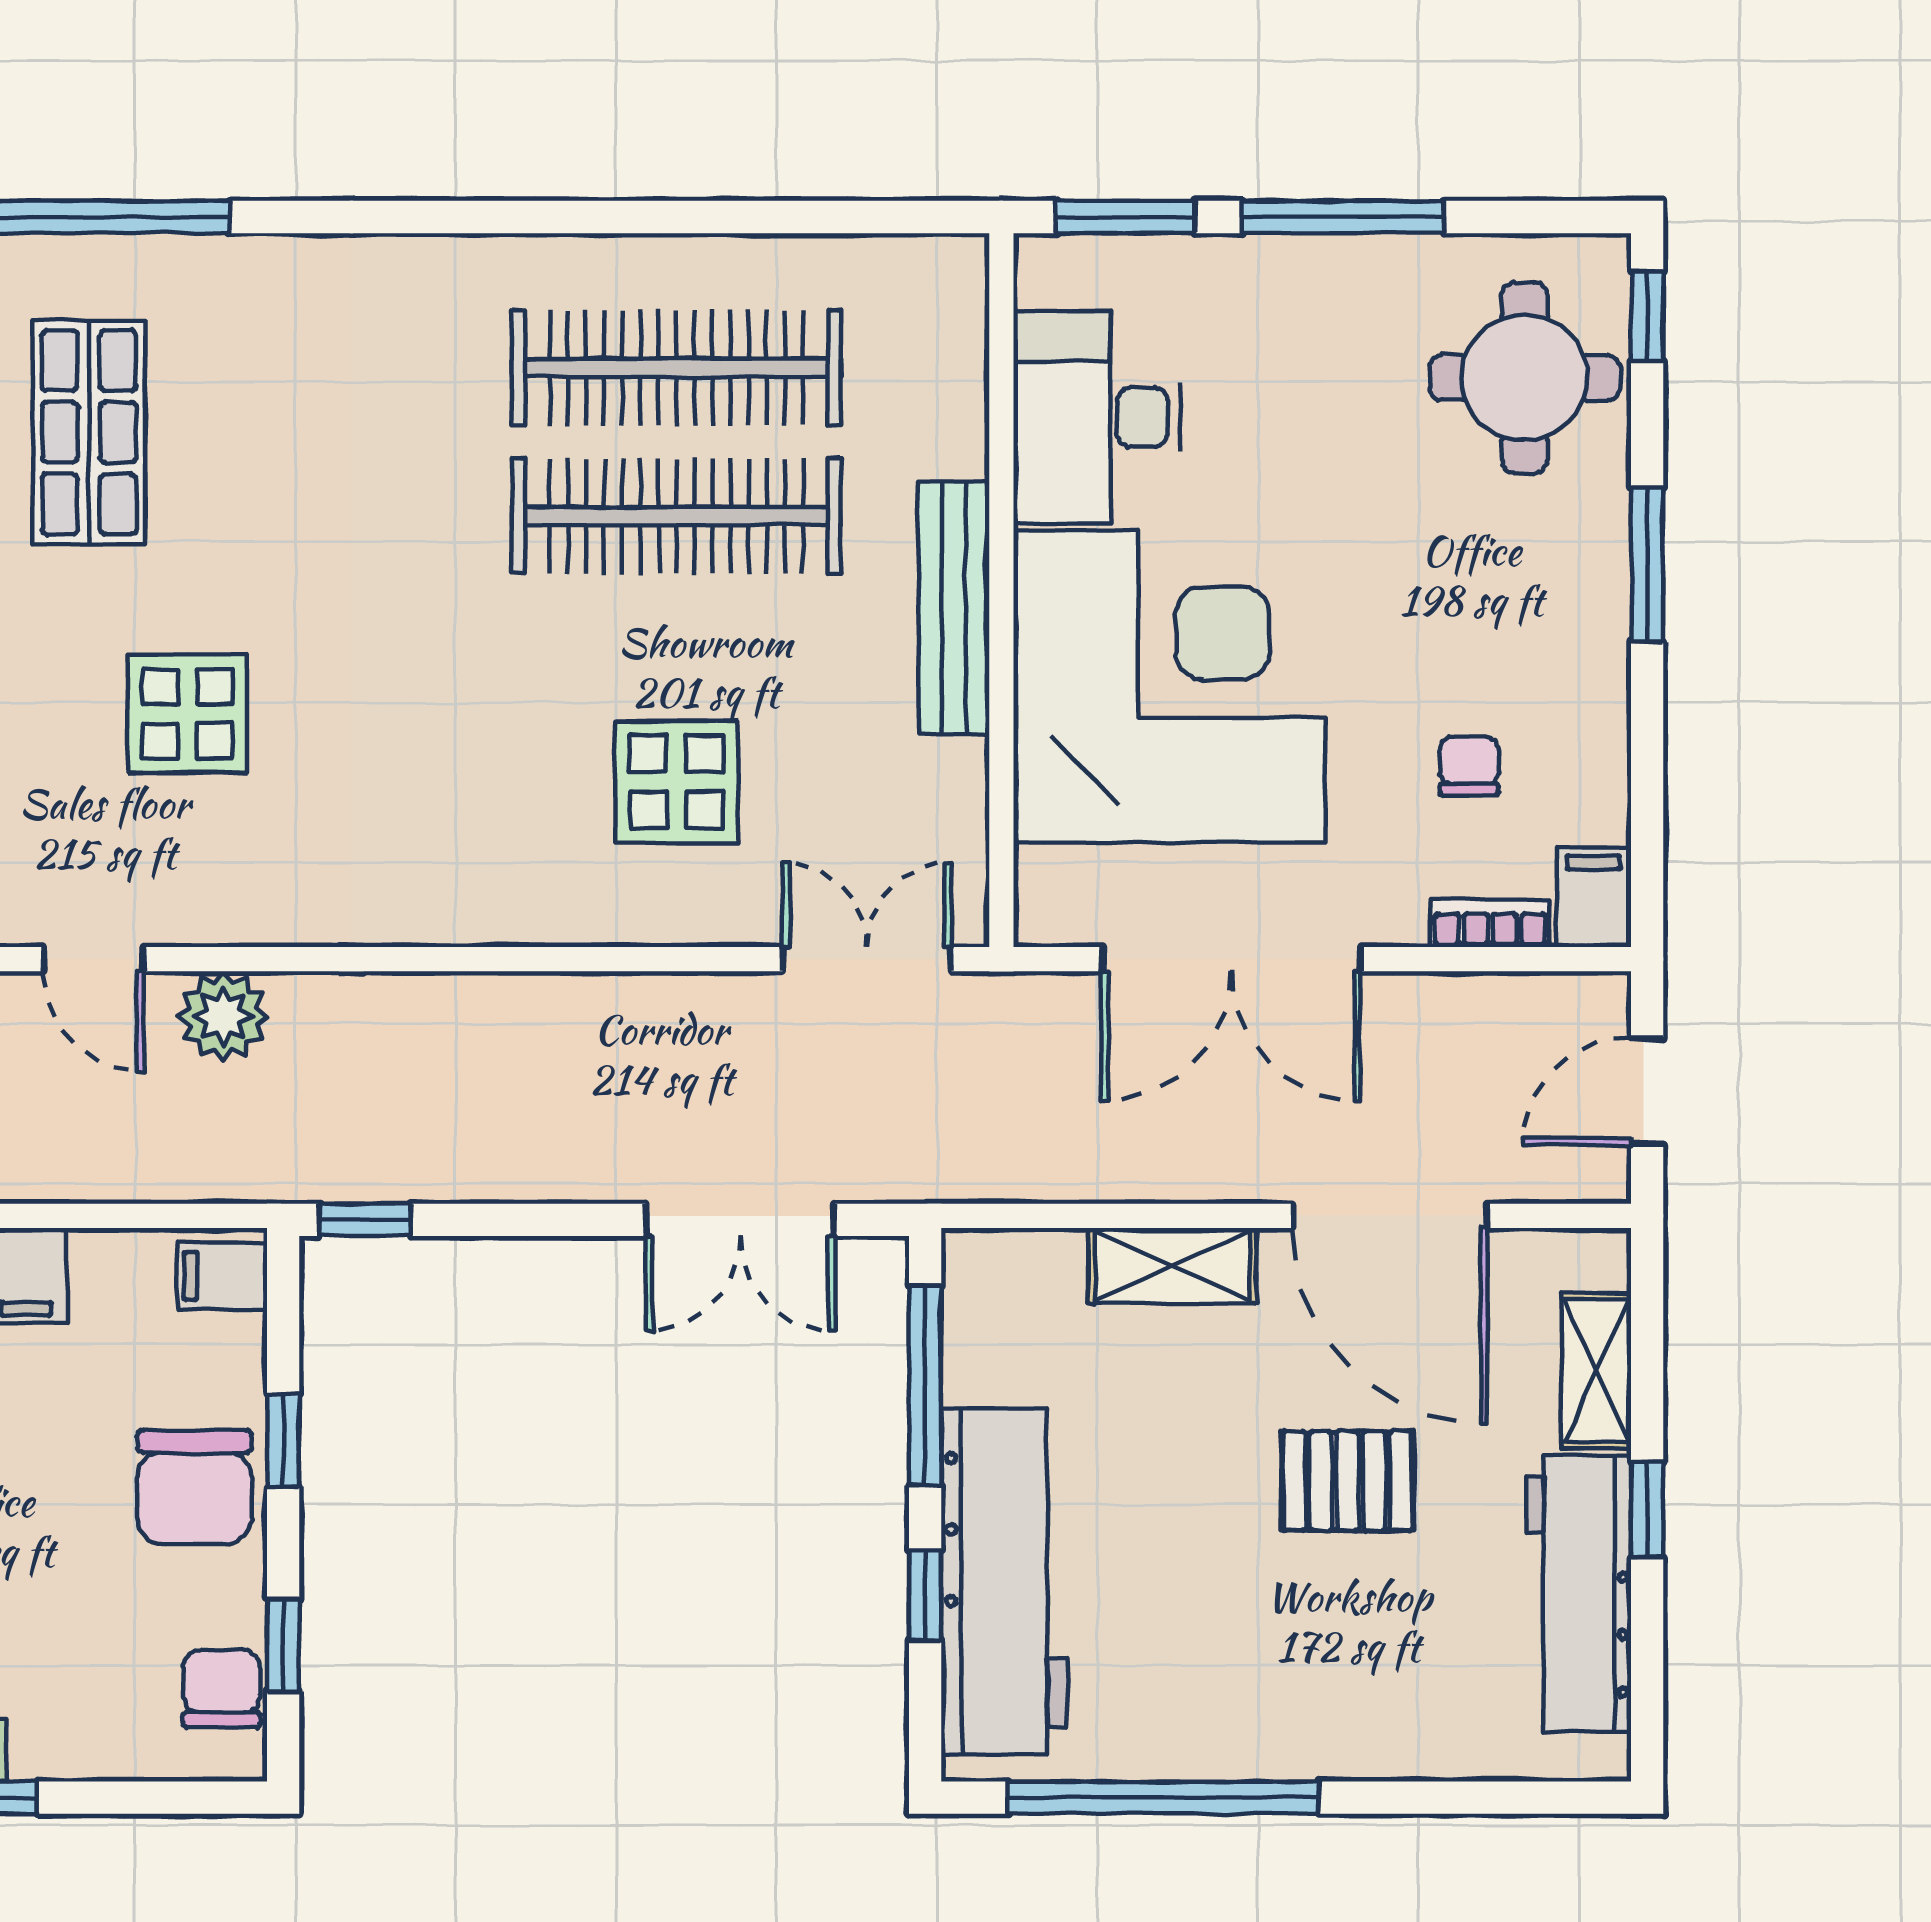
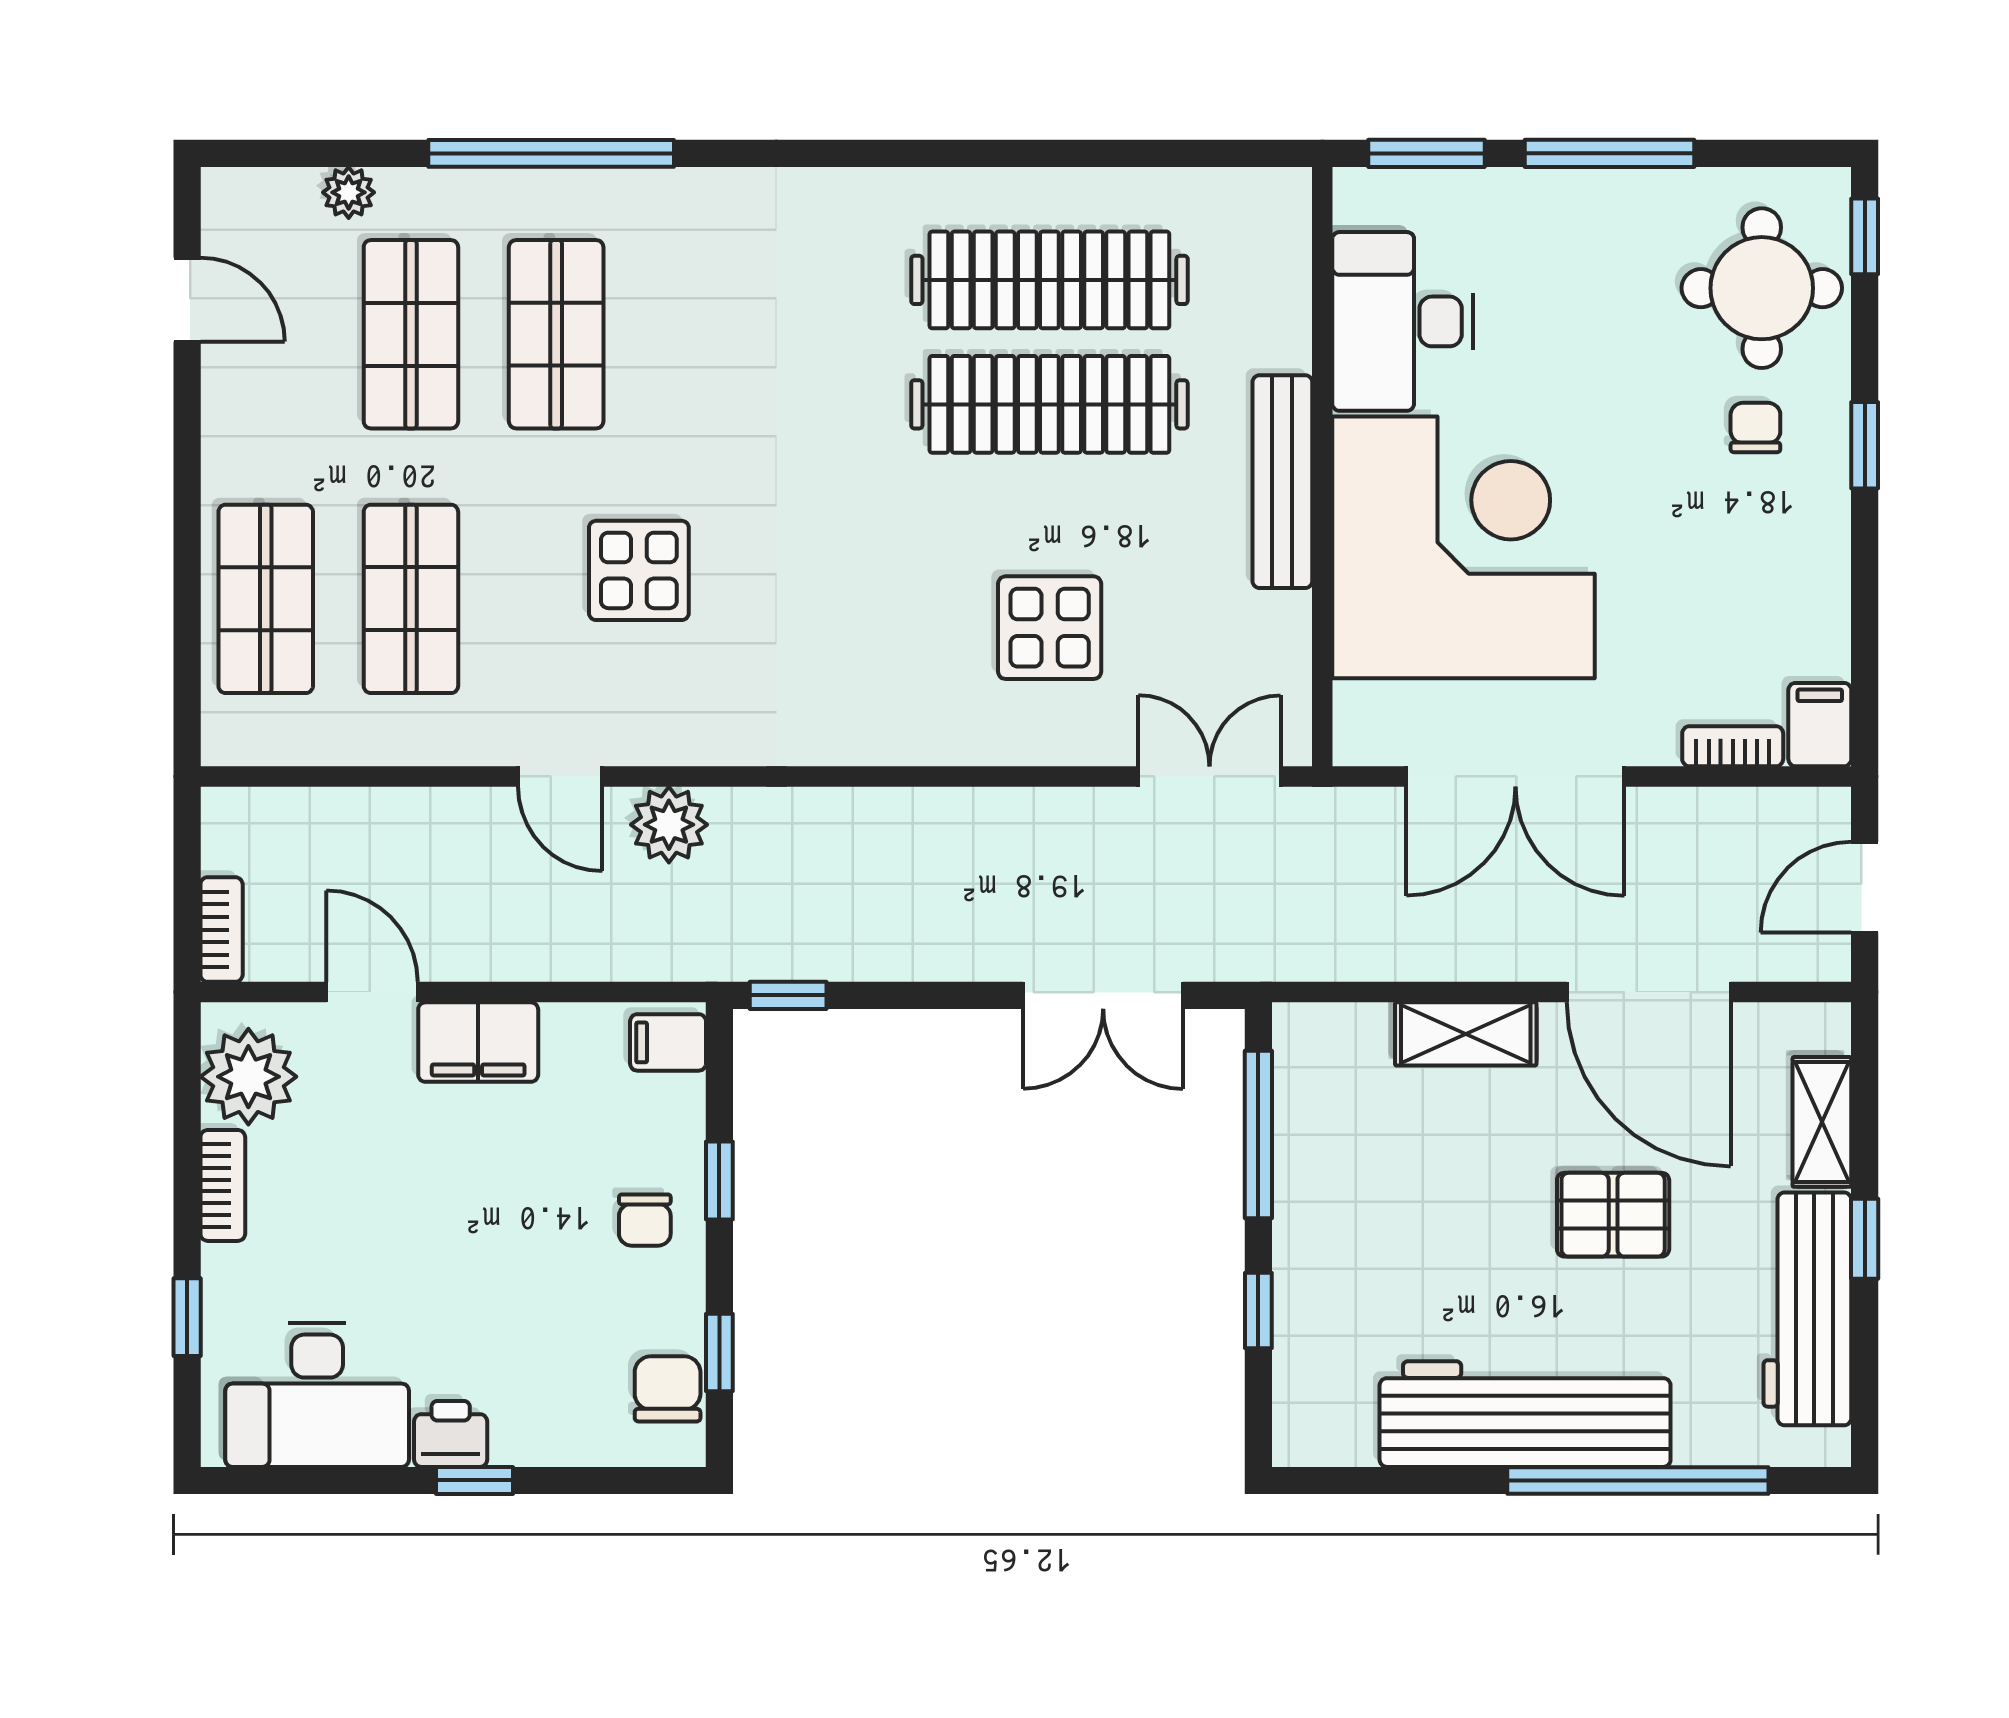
window: (1647, 565) -> (1865, 445), width x0.67
chair: (1469, 766) -> (1755, 427), moved
chair: (194, 1487) -> (645, 1220), width x0.54, depth x0.54
workbench: (1004, 1582) -> (1525, 1414), moved, turned -90
window: (1164, 1798) -> (1638, 1480), moved

